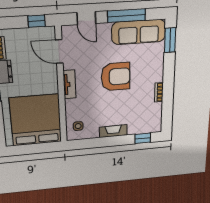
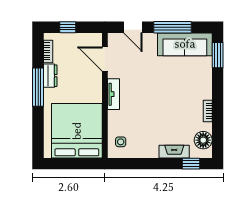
window: (36, 21) -> (68, 27), moved
armchair: (116, 77) -> (161, 90), removed
floor lamp: (154, 118) -> (203, 140), added
fireplace: (113, 131) -> (174, 152), moved

